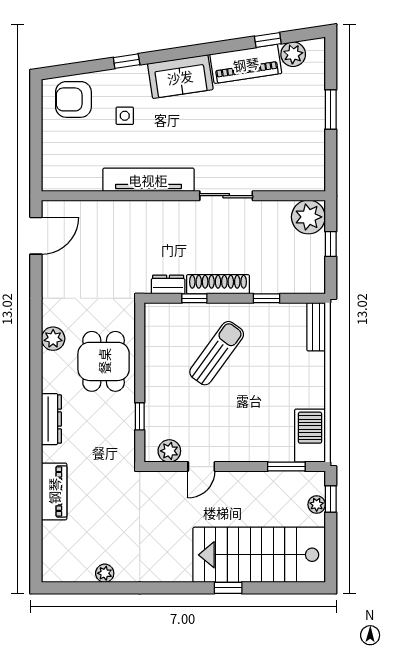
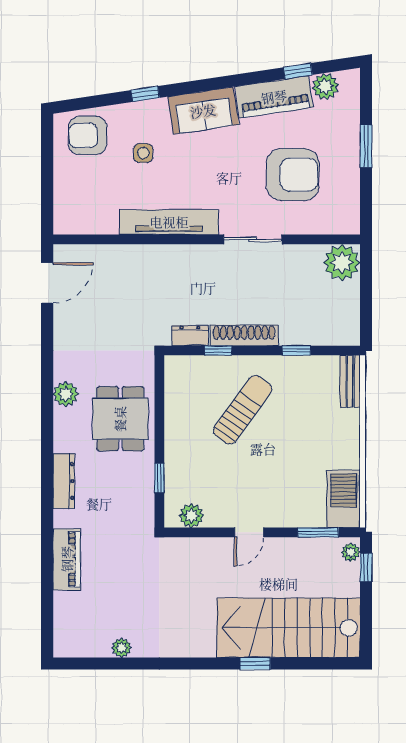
armchair: (263, 136) -> (293, 175), added
window: (331, 244) -> (366, 292), removed
door: (201, 467) -> (249, 532), moved
plant: (317, 505) -> (351, 552), moved

